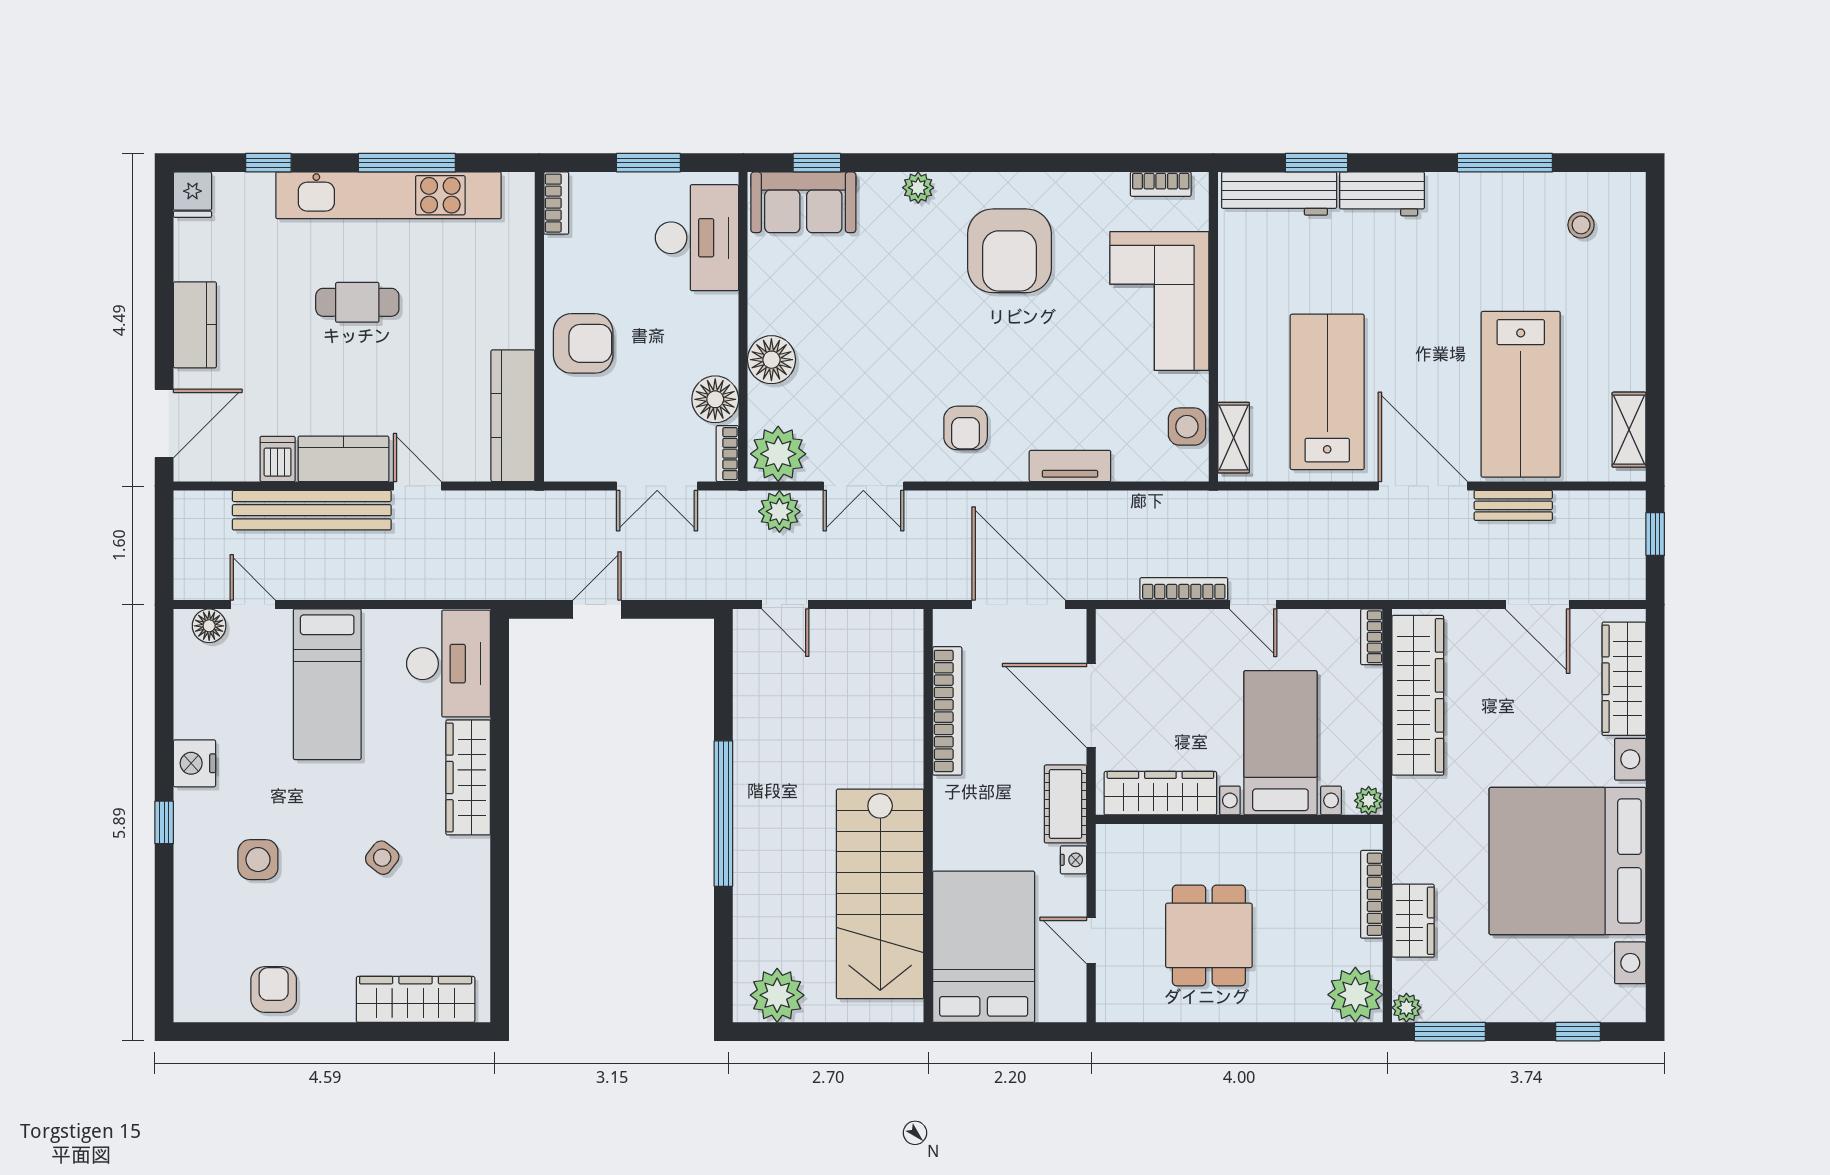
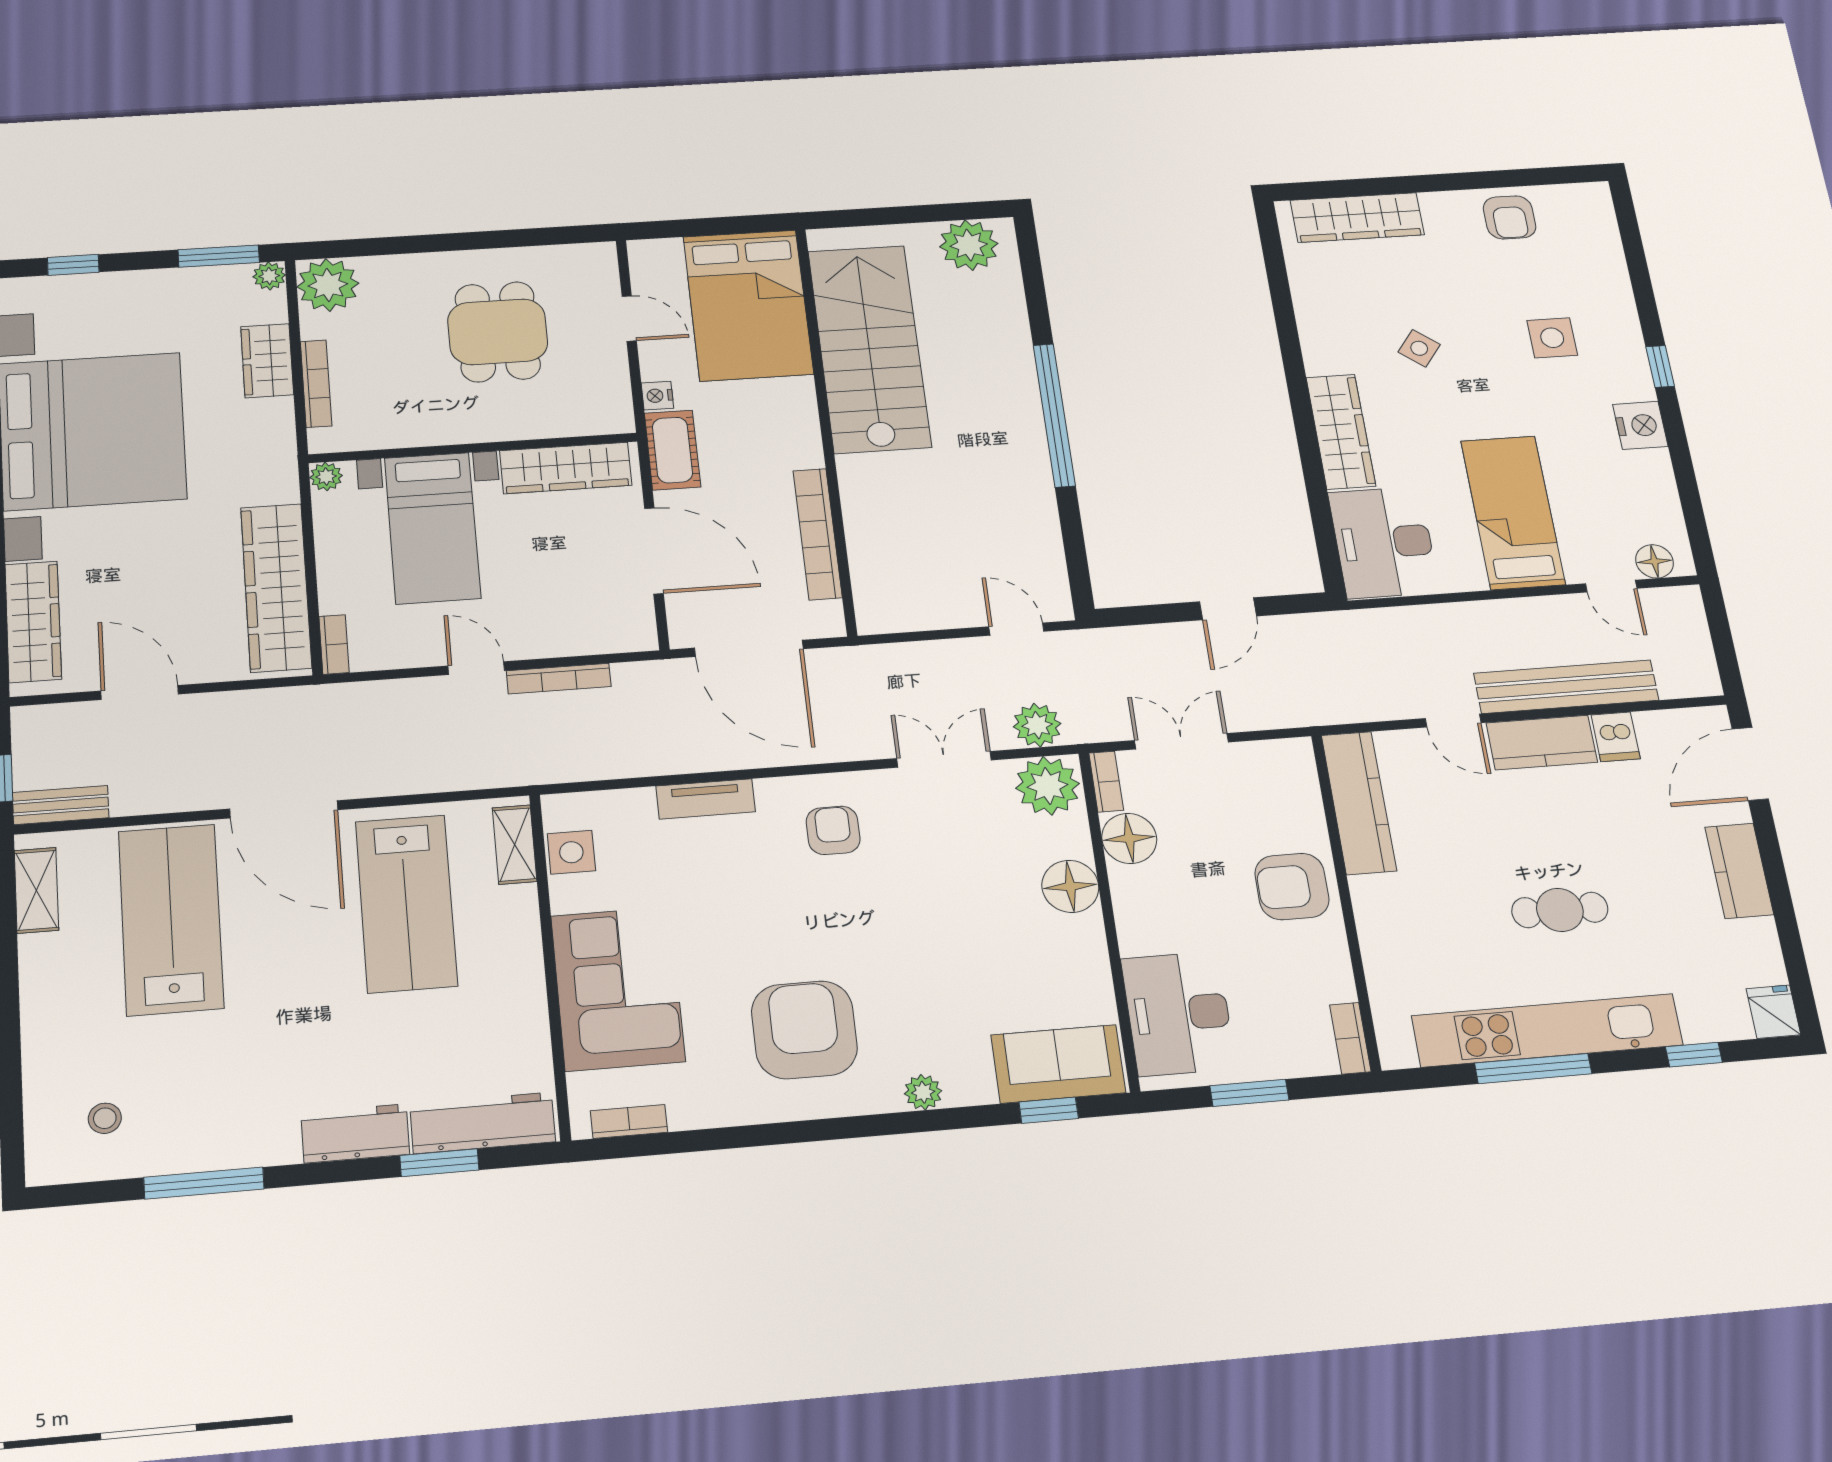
bench: (1513, 505) -> (61, 805), moved

